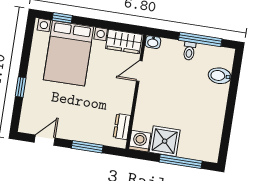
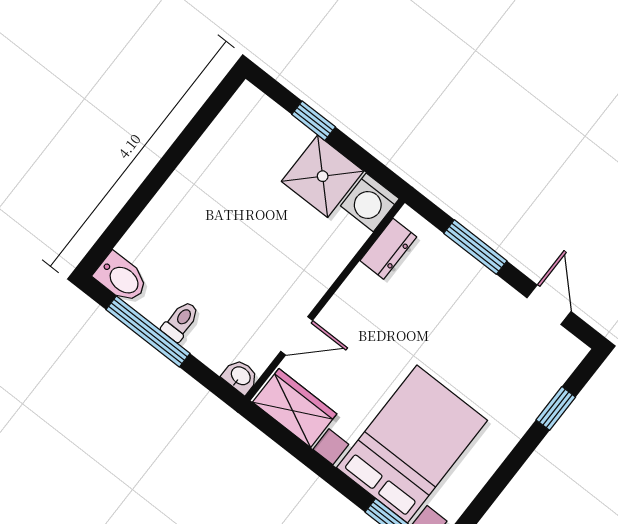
bidet: (220, 76) -> (121, 278), moved
window: (21, 87) -> (556, 408), moved
door: (45, 140) -> (549, 305), swing flipped
window: (181, 161) -> (314, 121), width x0.46

